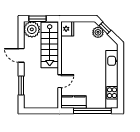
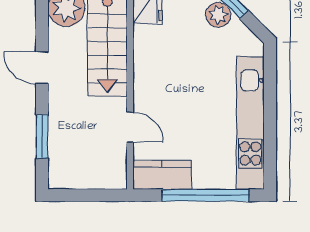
door: (60, 81) -> (130, 127), hinge flipped

